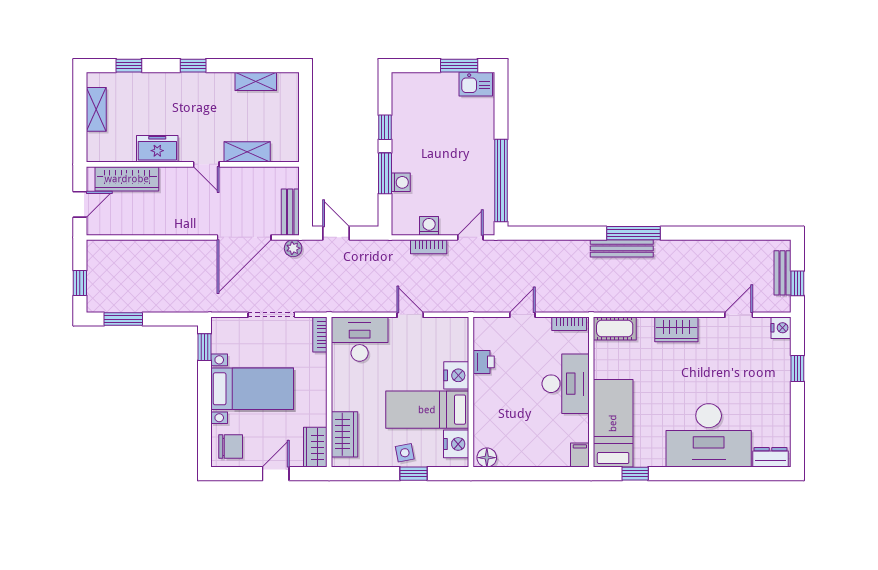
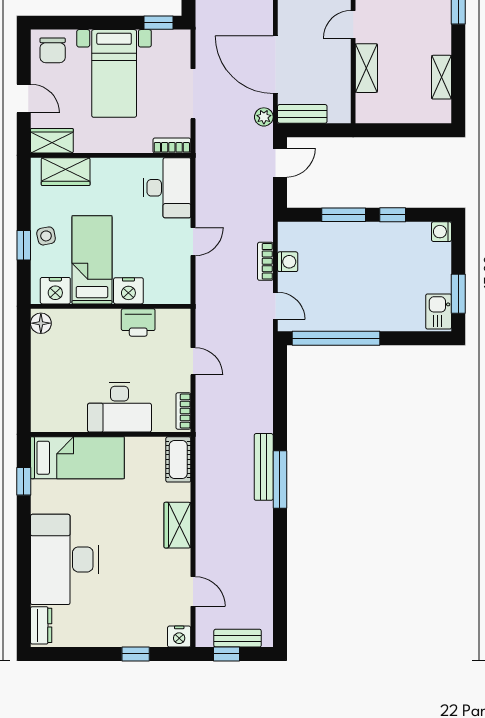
washing machine: (401, 182) -> (442, 232), moved, turned 90
printer: (484, 362) -> (138, 322), width x1.36, depth x1.24
filing cabinet: (580, 455) -> (44, 422), removed

